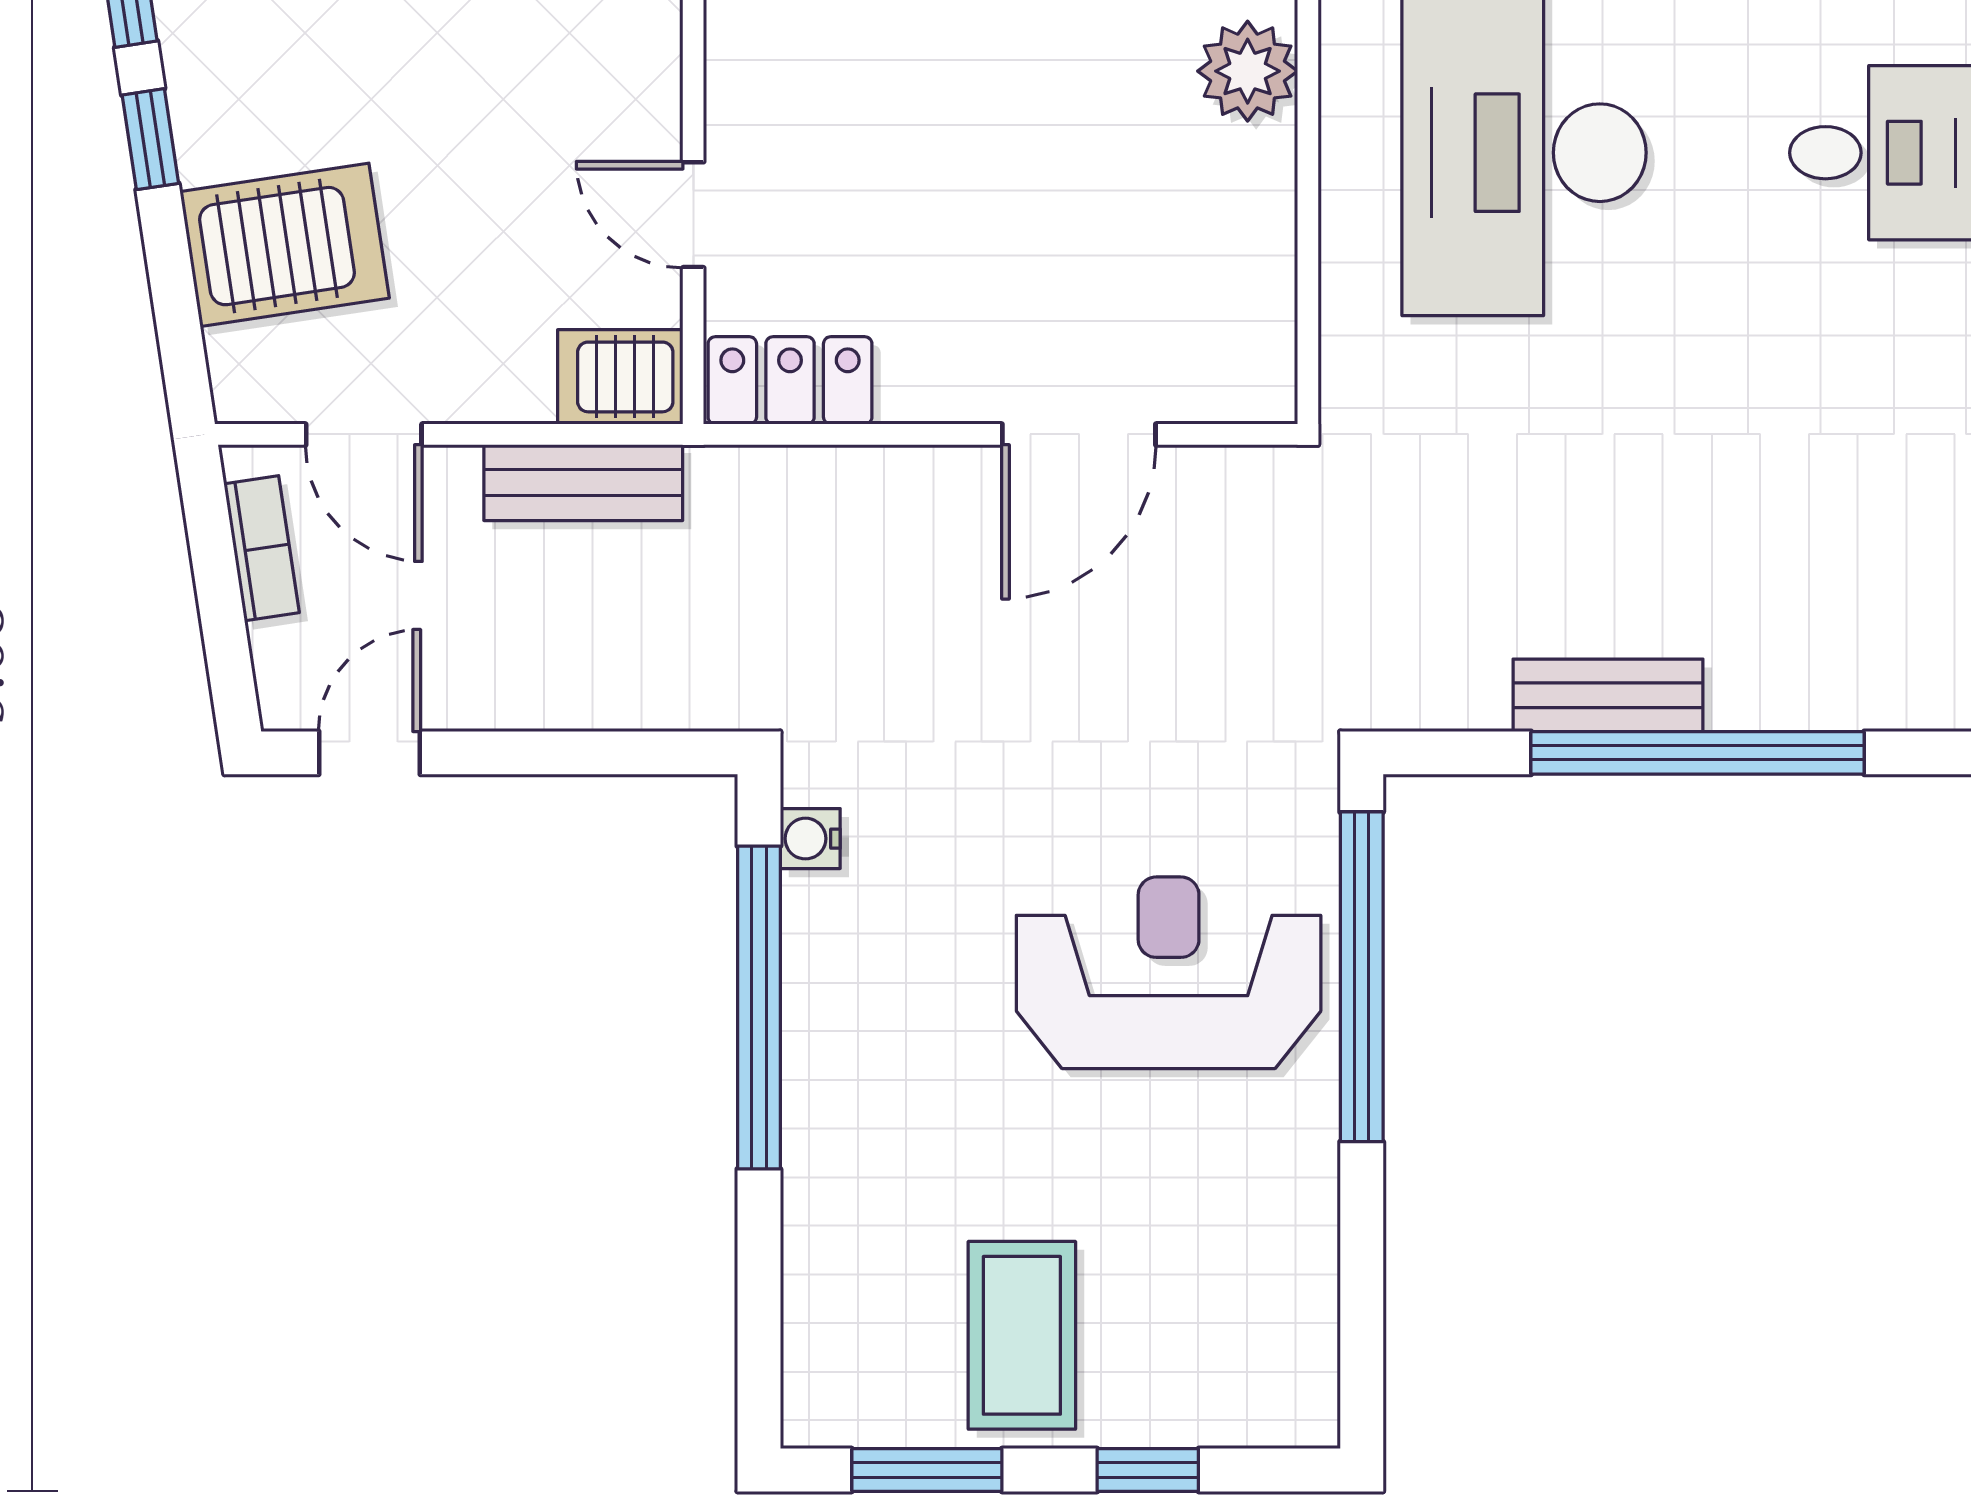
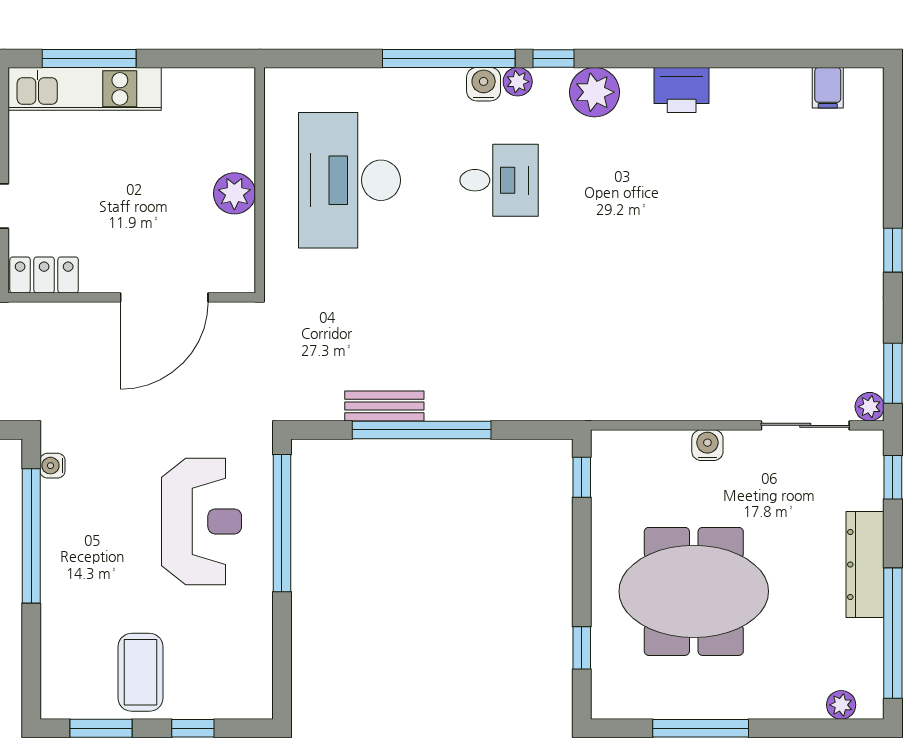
plant: (1248, 71) -> (234, 193), moved
door: (1079, 434) -> (164, 297), width x1.36
reception desk: (1169, 973) -> (202, 521), turned 90

